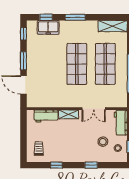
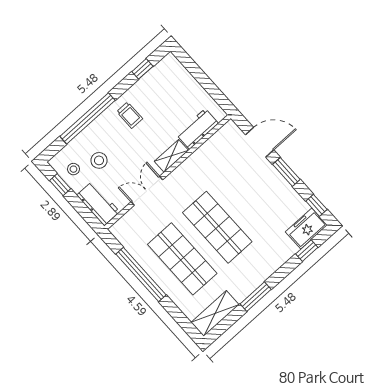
window: (75, 17) -> (256, 297), moved
freezer: (48, 27) -> (306, 228), moved
trolley: (39, 149) -> (130, 115), moved
window: (56, 165) -> (142, 69), moved
window: (91, 165) -> (87, 118), width x3.17

